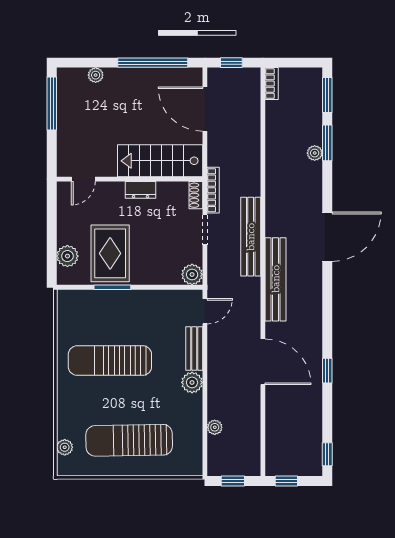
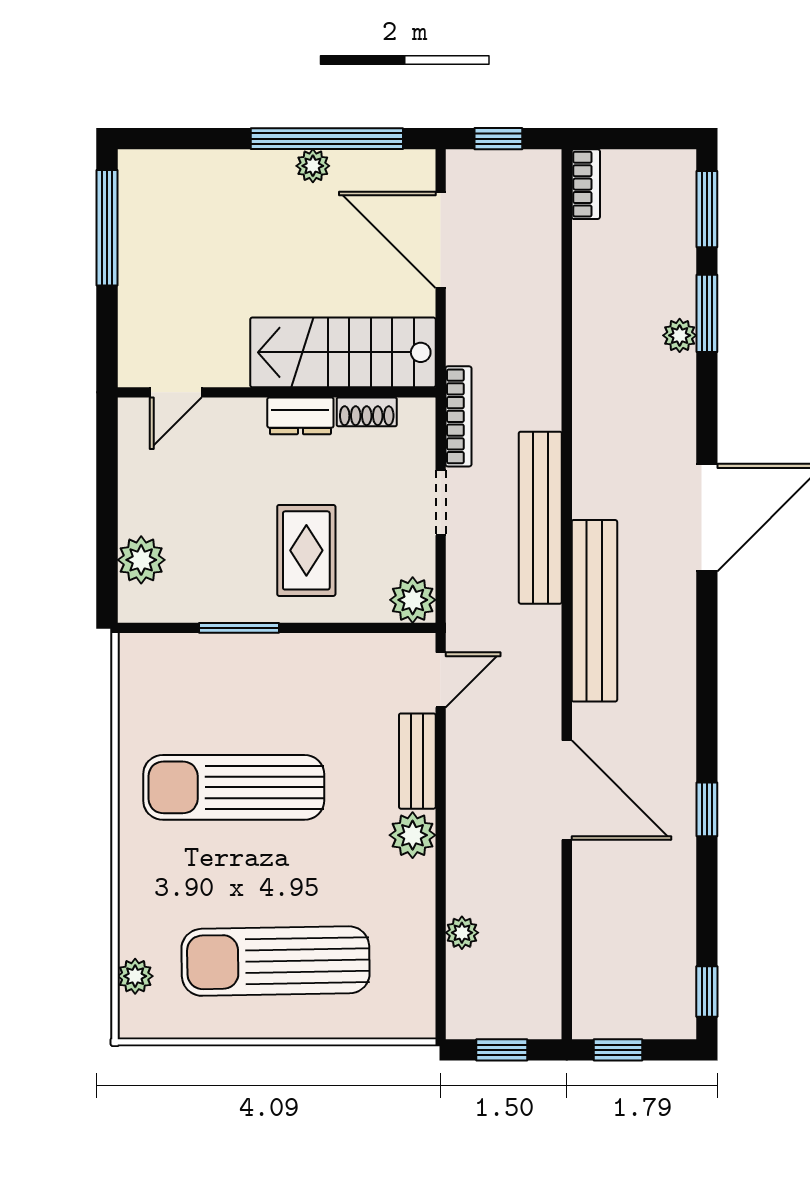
plant: (96, 75) -> (313, 166), moved
shoe rack: (196, 195) -> (367, 412), moved, turned -90
rug: (110, 253) -> (306, 550), moved, width x0.73, depth x0.70

